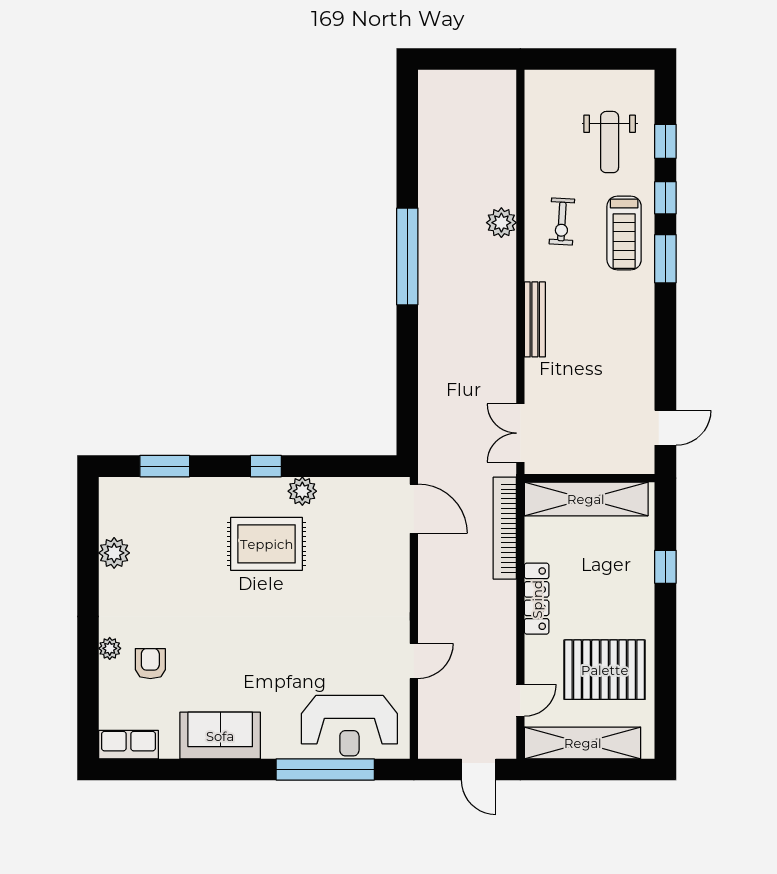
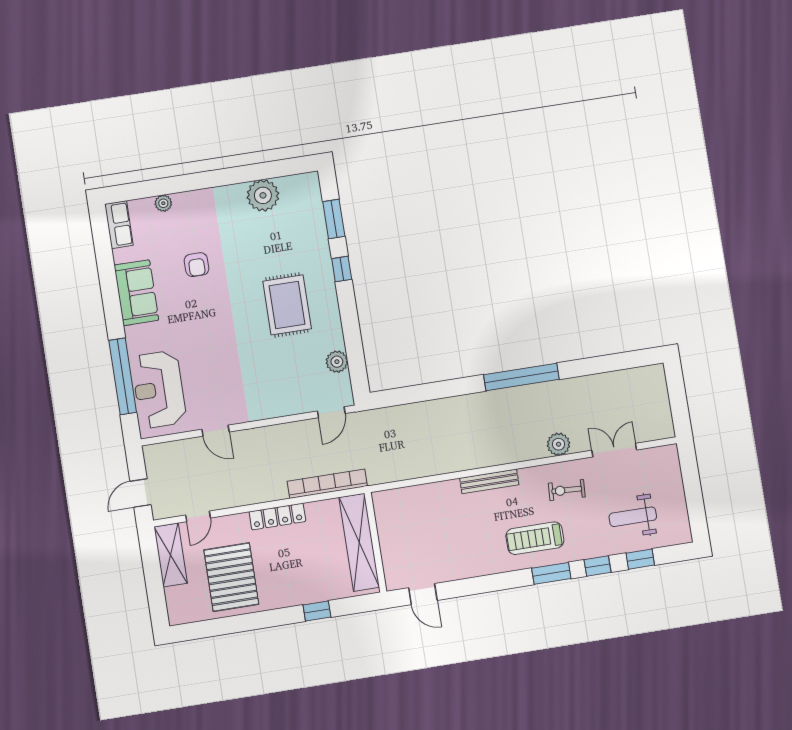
treadmill: (624, 233) -> (535, 538), moved
double door: (520, 433) -> (614, 450), moved
window: (266, 466) -> (342, 269), moved
plant: (302, 491) -> (337, 362), moved
door: (414, 509) -> (331, 412), width x0.73
plant: (114, 553) -> (263, 195), width x1.36, depth x1.36
plant: (110, 648) -> (163, 203), moved
armchair: (150, 664) -> (197, 265), moved, turned 90
door: (520, 700) -> (198, 516), hinge flipped
shelving: (583, 743) -> (171, 555), width x0.68

